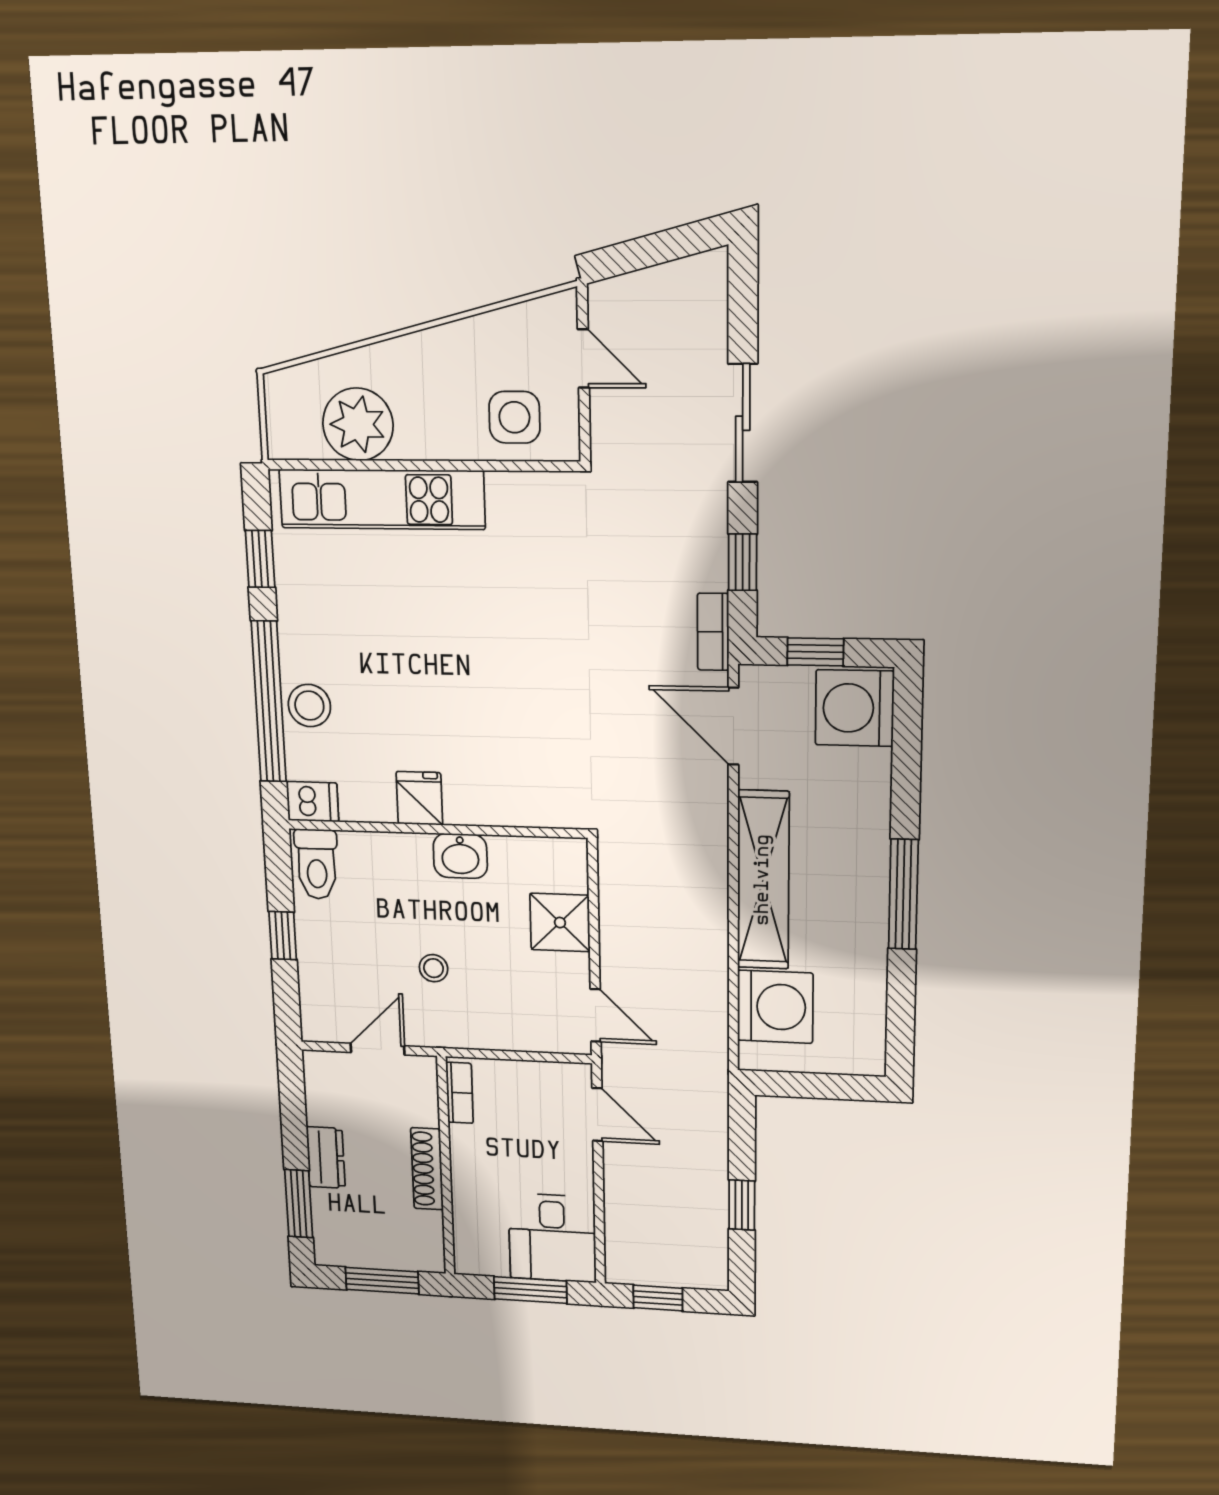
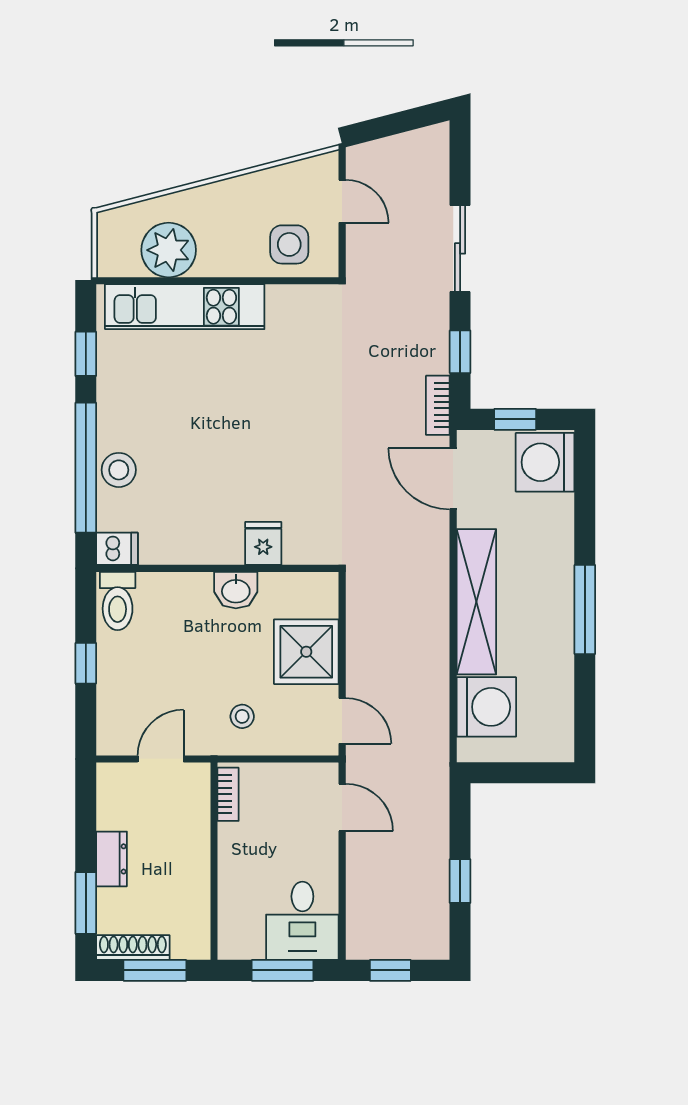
fridge: (419, 798) -> (263, 543), moved
shower: (560, 923) -> (306, 652), width x1.36, depth x1.36
stool: (434, 968) -> (242, 716), moved
shoe rack: (427, 1169) -> (133, 948), moved, turned 90

